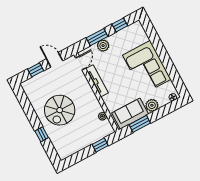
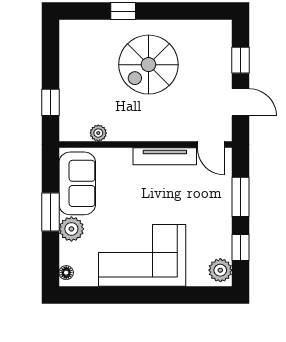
plant: (103, 46) -> (220, 270), moved
door: (55, 60) -> (241, 102), hinge flipped
spiral stairs: (60, 110) -> (148, 65), turned -90
window: (140, 124) -> (51, 212), moved

